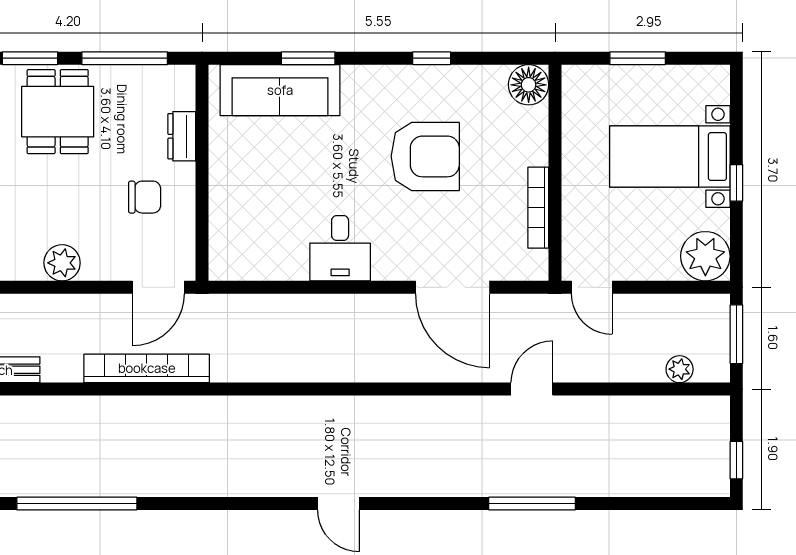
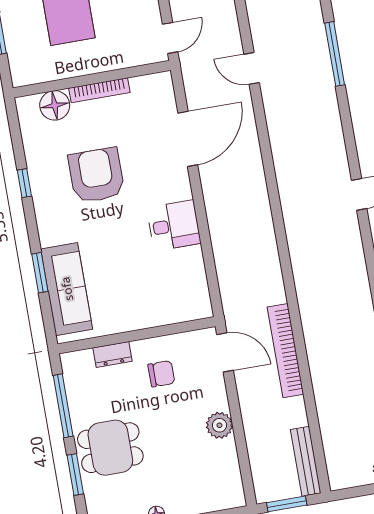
floor lamp: (529, 85) -> (55, 105), moved
chair: (145, 197) -> (161, 374), turned 90
bookcase: (538, 208) -> (99, 90), moved

